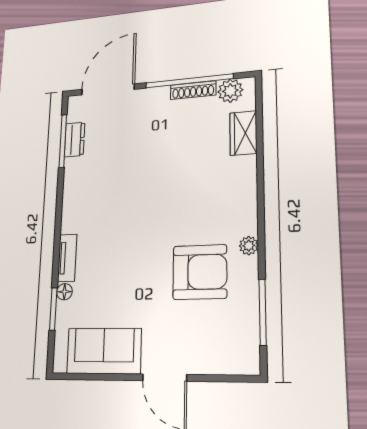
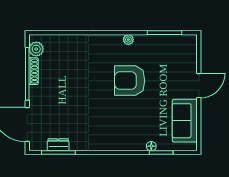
wardrobe: (243, 133) -> (63, 42), removed
tv unit: (67, 258) -> (131, 146), removed
armchair: (200, 272) -> (130, 81), moved, turned -90

